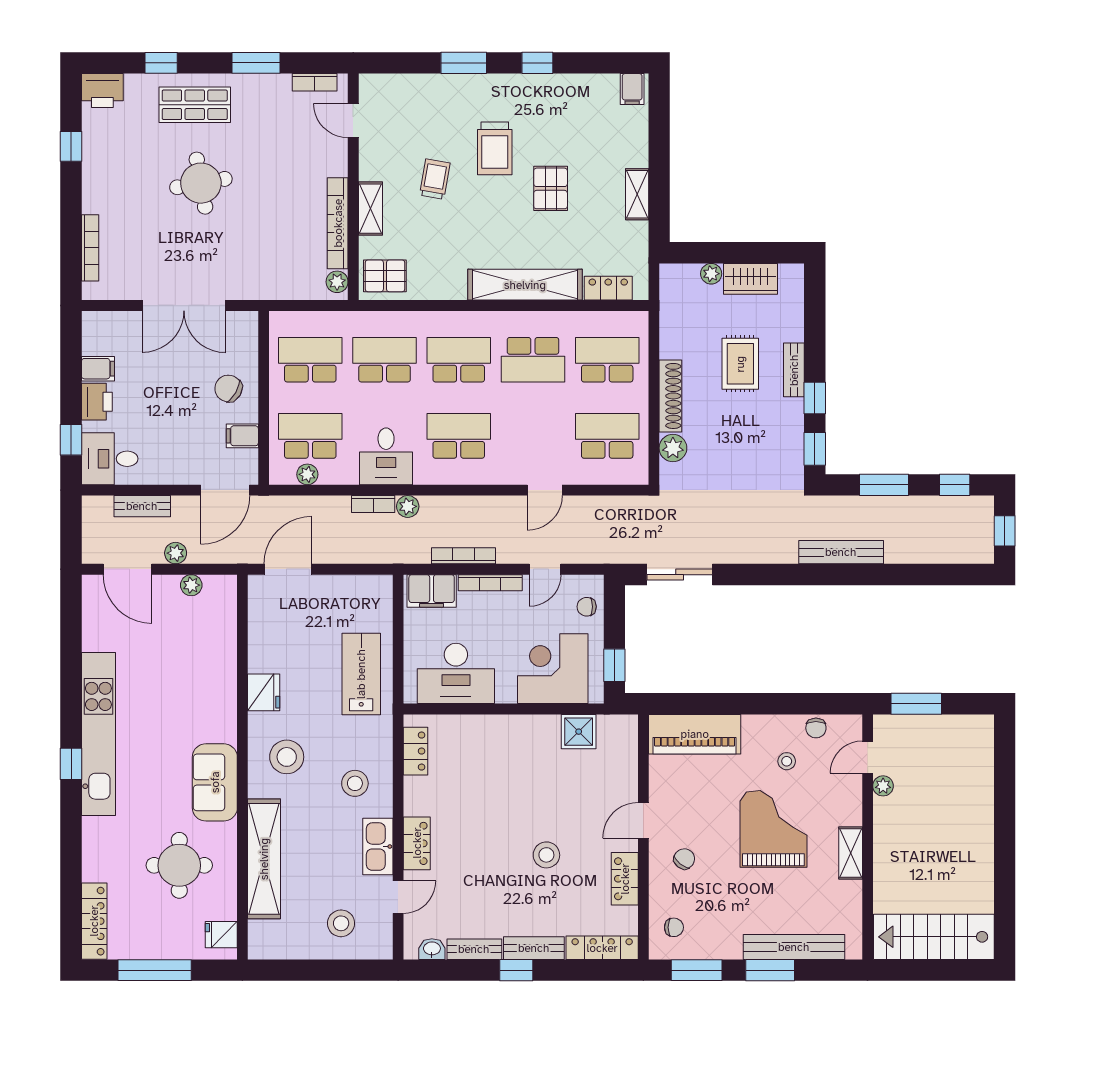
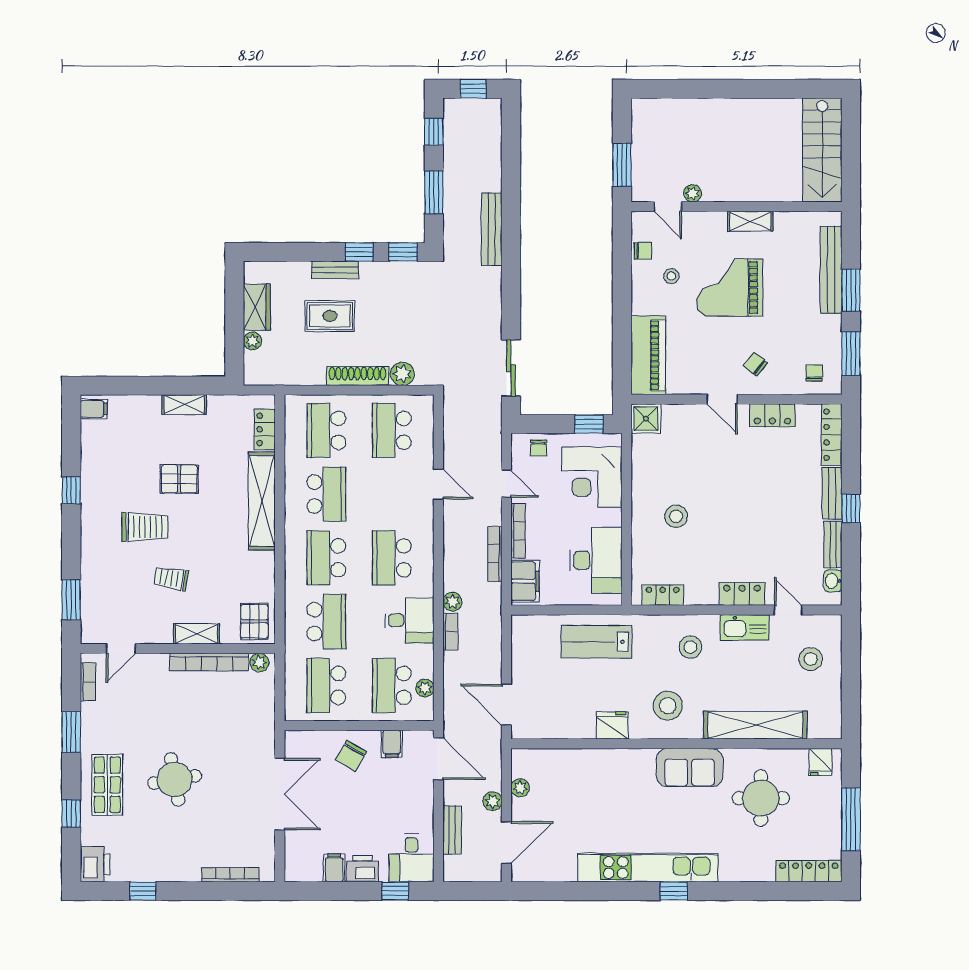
window: (464, 63) -> (71, 600), moved
school desk: (385, 360) -> (326, 622), turned 180
shower: (579, 732) -> (646, 419), moved
stool: (546, 855) -> (676, 516), moved

